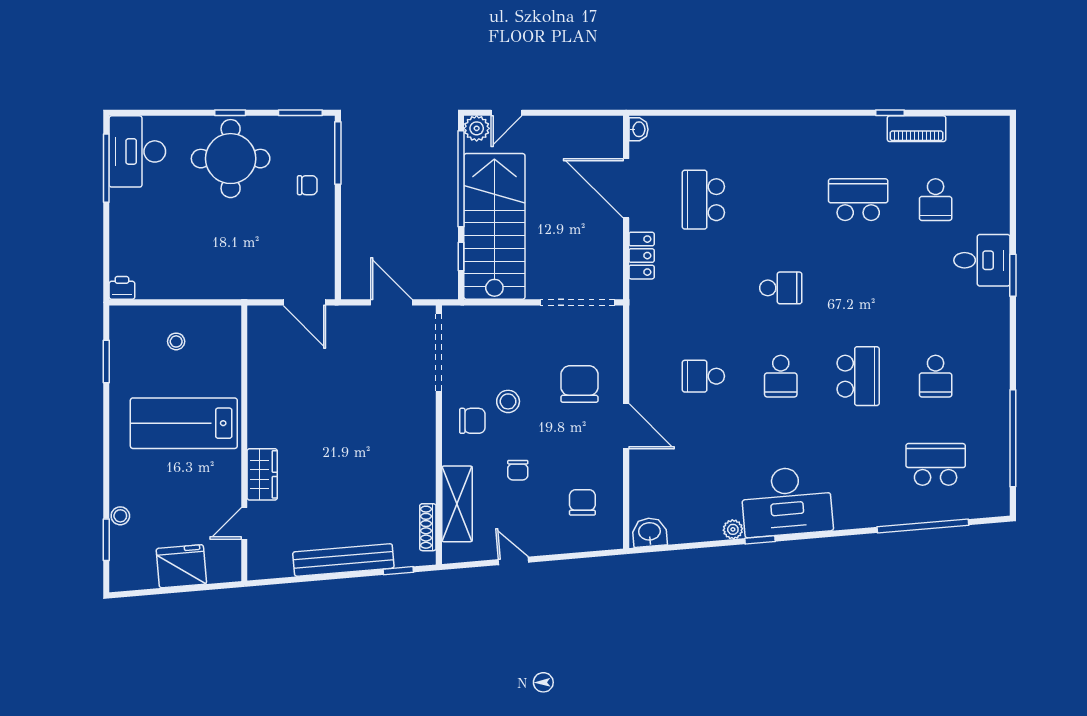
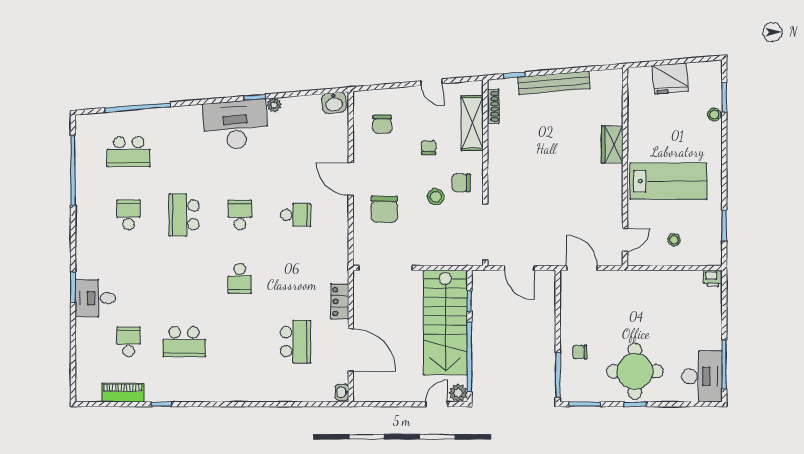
piano: (917, 129) -> (123, 393), moved
school desk: (781, 288) -> (240, 278), turned -90
door: (244, 523) -> (625, 240), moved

